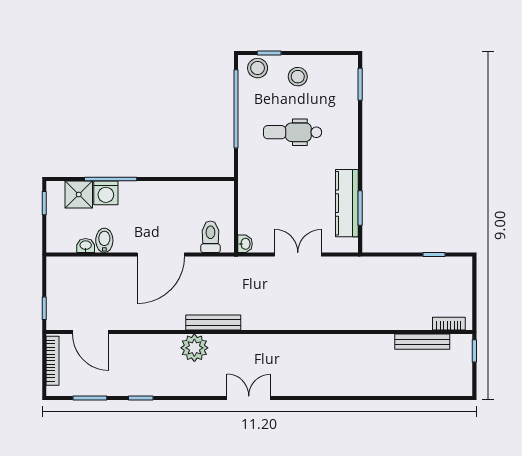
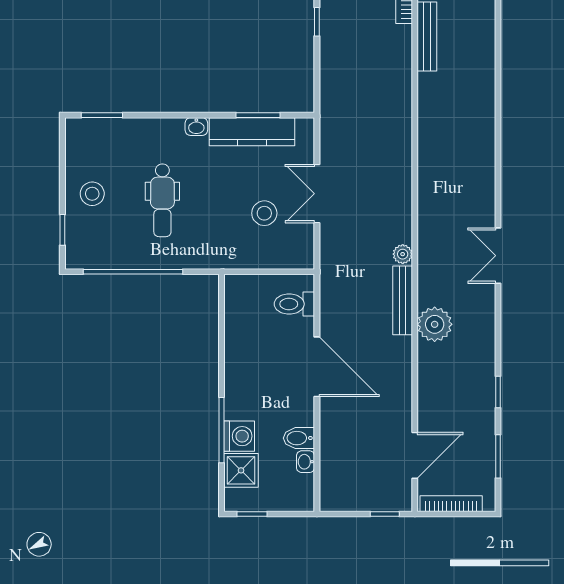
stool: (258, 68) -> (264, 213), moved
washbasin: (245, 244) -> (196, 127), moved, turned 180
plant: (250, 322) -> (403, 254), added

